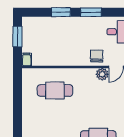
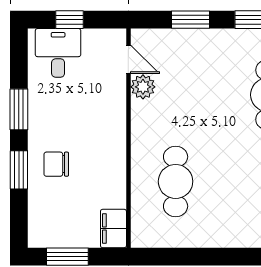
chair: (97, 56) -> (56, 164), moved
filing cabinet: (27, 59) -> (113, 228), width x2.00

